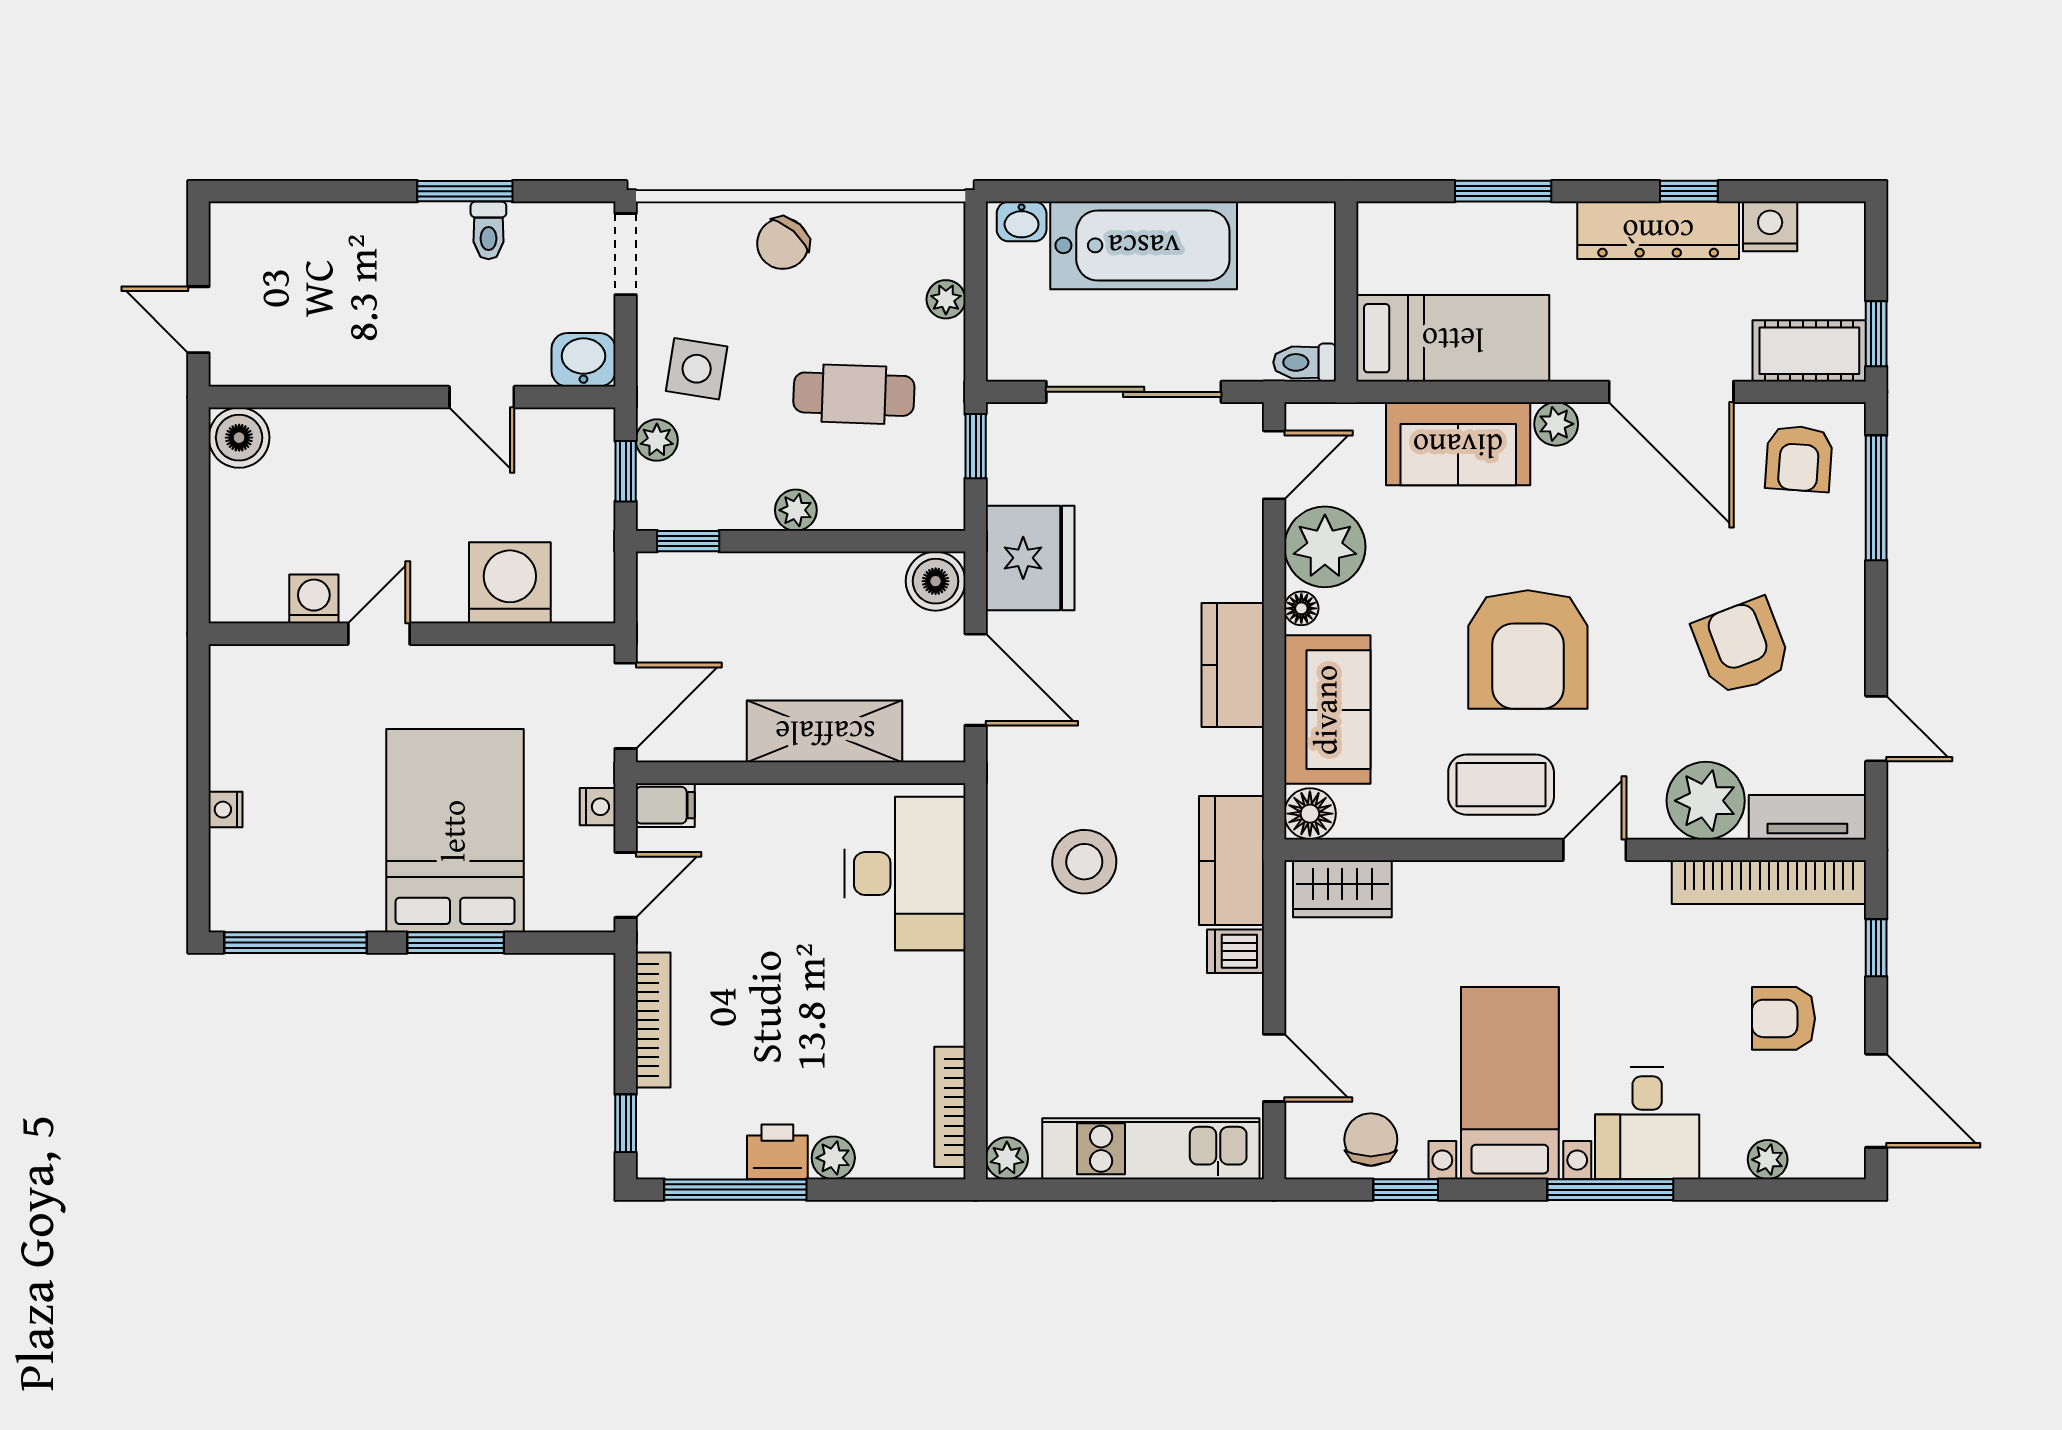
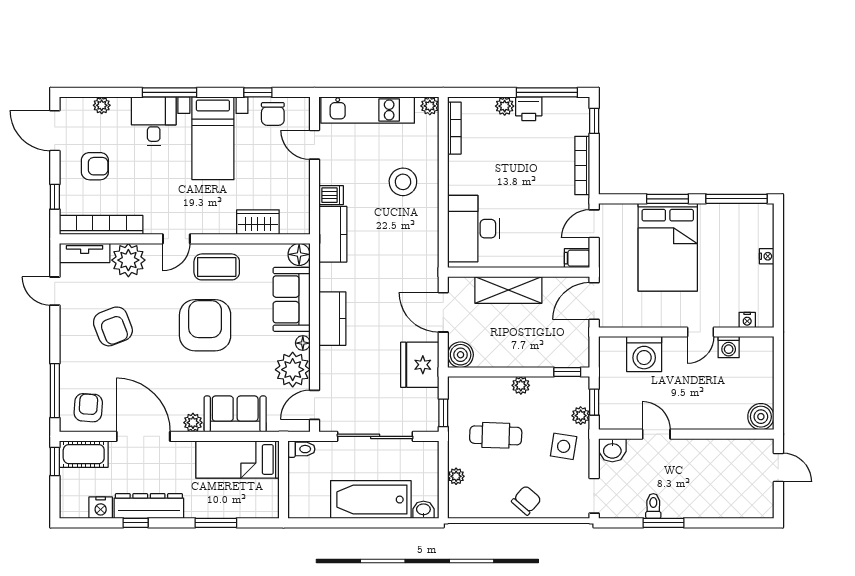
nightstand: (598, 807) -> (747, 320), moved, turned -90
stool: (1084, 862) -> (403, 182), moved
wardrobe: (1342, 889) -> (258, 222), moved

